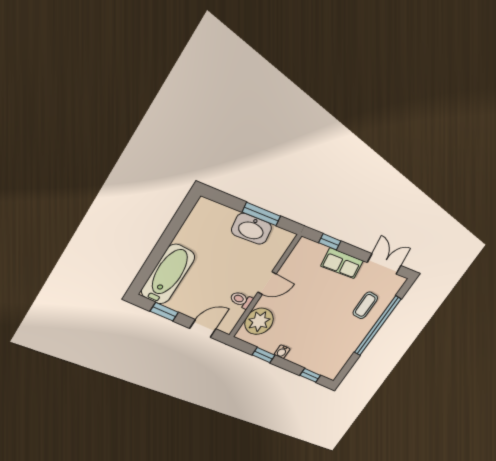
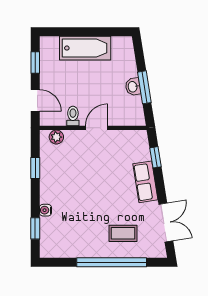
washbasin: (252, 229) -> (133, 87), width x0.52, depth x0.69
bathtub: (168, 274) -> (85, 48), moved
door: (267, 283) -> (97, 128), swing flipped
plant: (259, 321) -> (56, 137), width x0.53, depth x0.53
water cooler: (282, 352) -> (45, 210), moved

